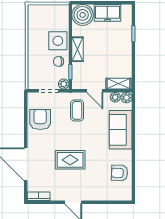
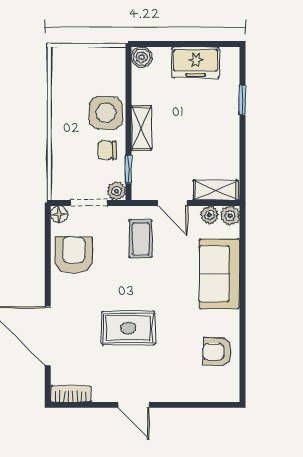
boiler: (83, 15) -> (142, 57), width x0.54, depth x0.54
floor lamp: (32, 97) -> (59, 214), added

